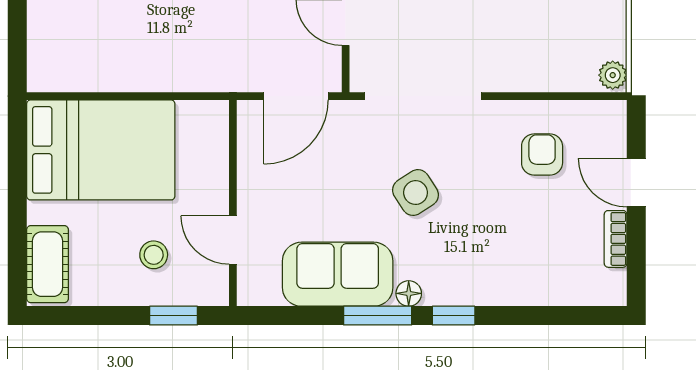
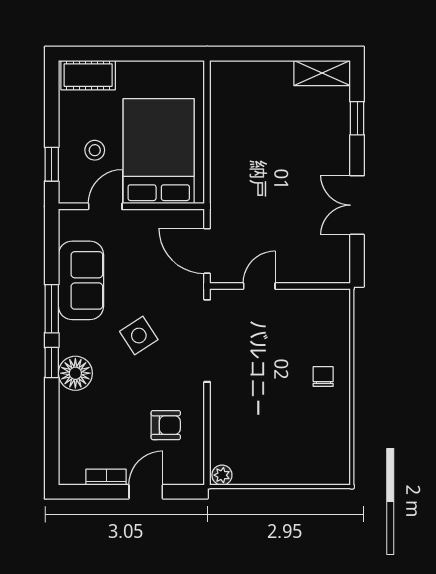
bed: (101, 150) -> (159, 151), moved, turned 180
floor lamp: (409, 293) -> (75, 373), moved, width x1.89, depth x1.89

